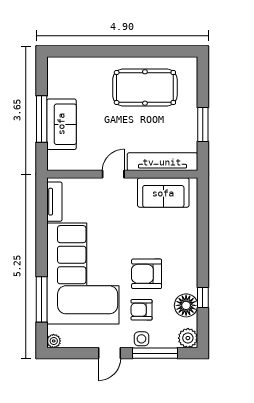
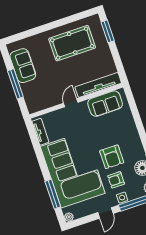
sofa: (61, 124) -> (23, 66), moved
window: (203, 125) -> (108, 31), moved
armchair: (147, 274) -> (112, 157), turned -90

